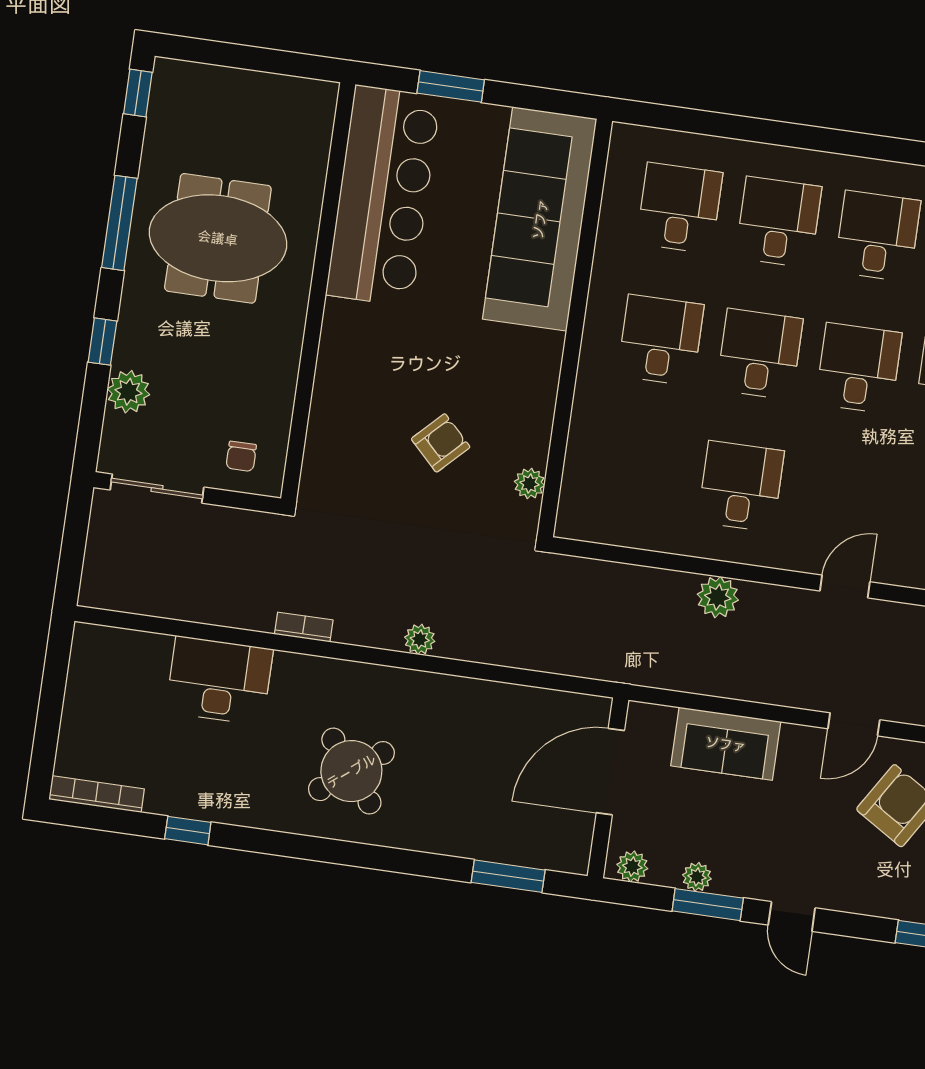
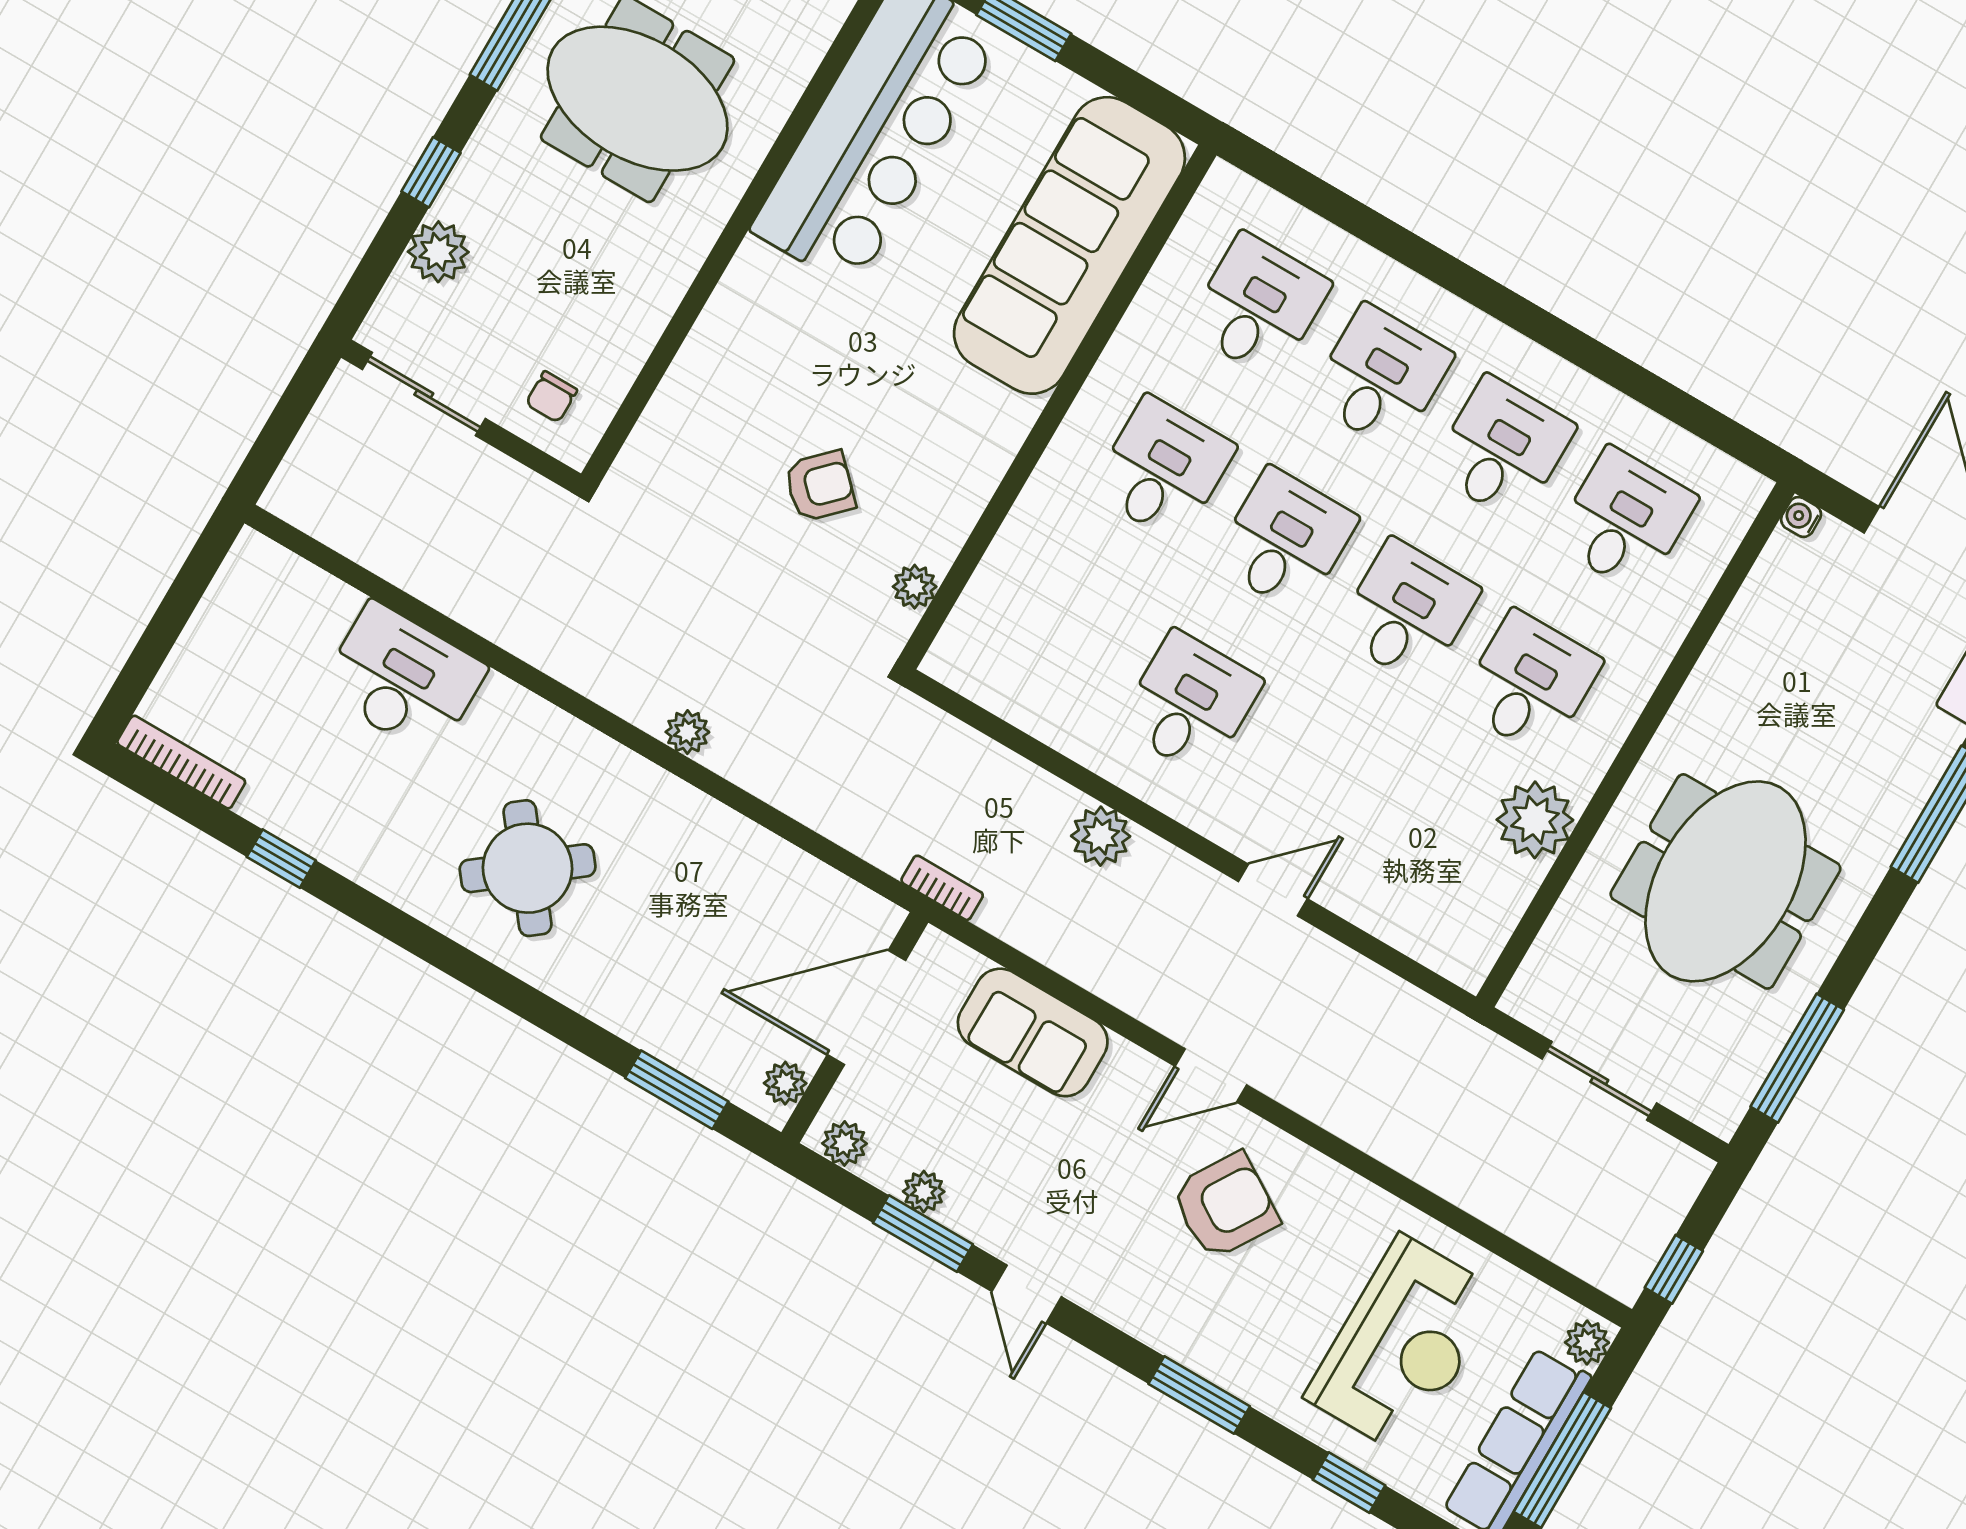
bookcase: (304, 627) -> (942, 888), moved
plant: (577, 843) -> (785, 1083), added

